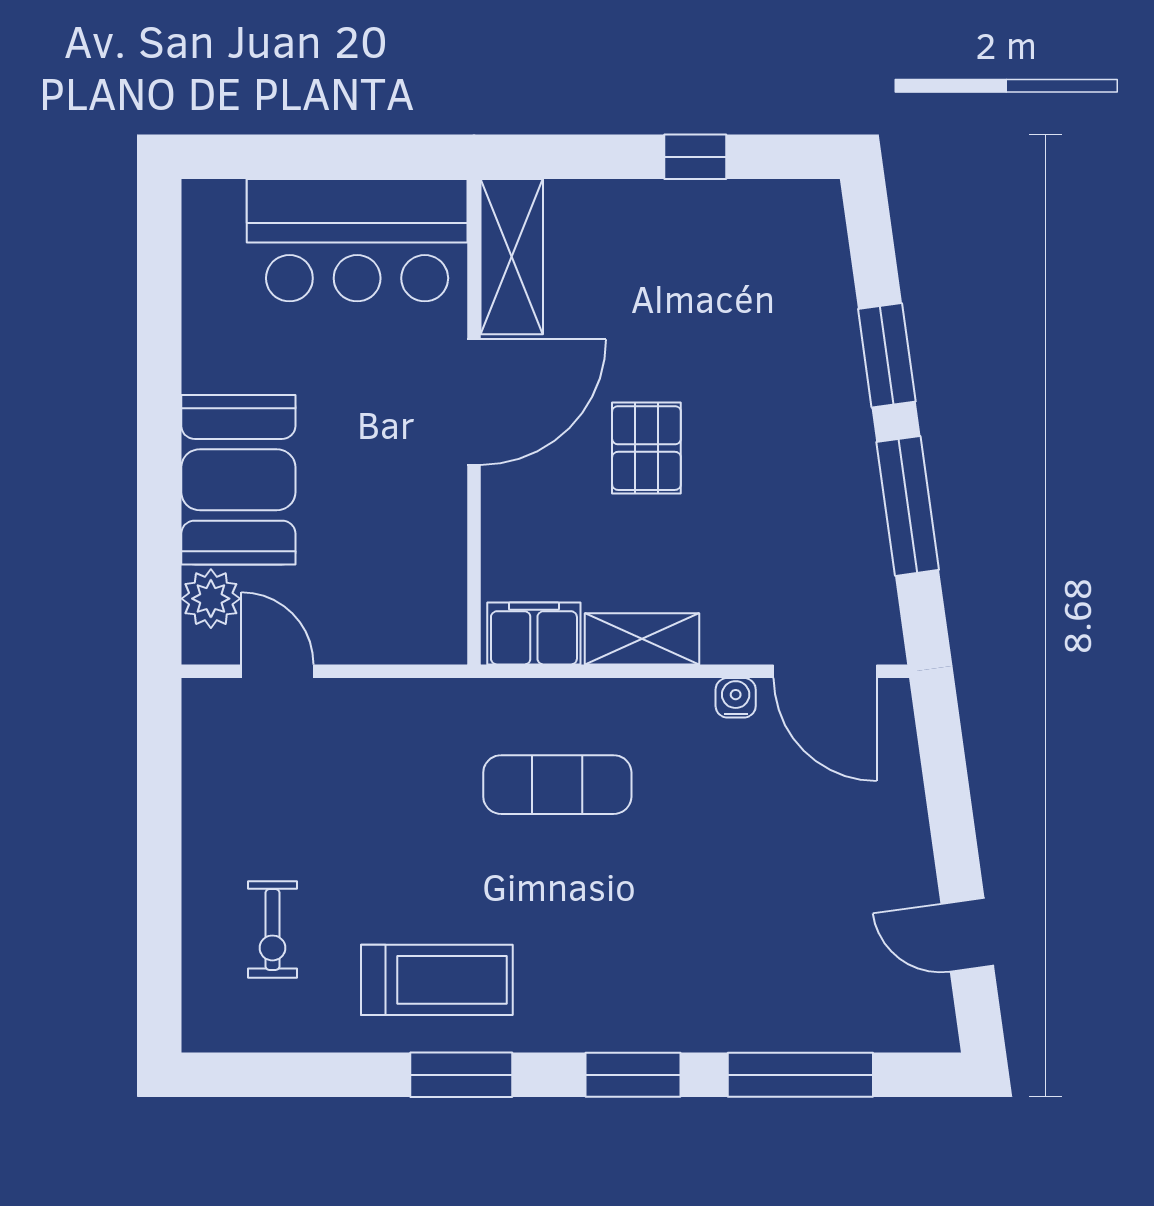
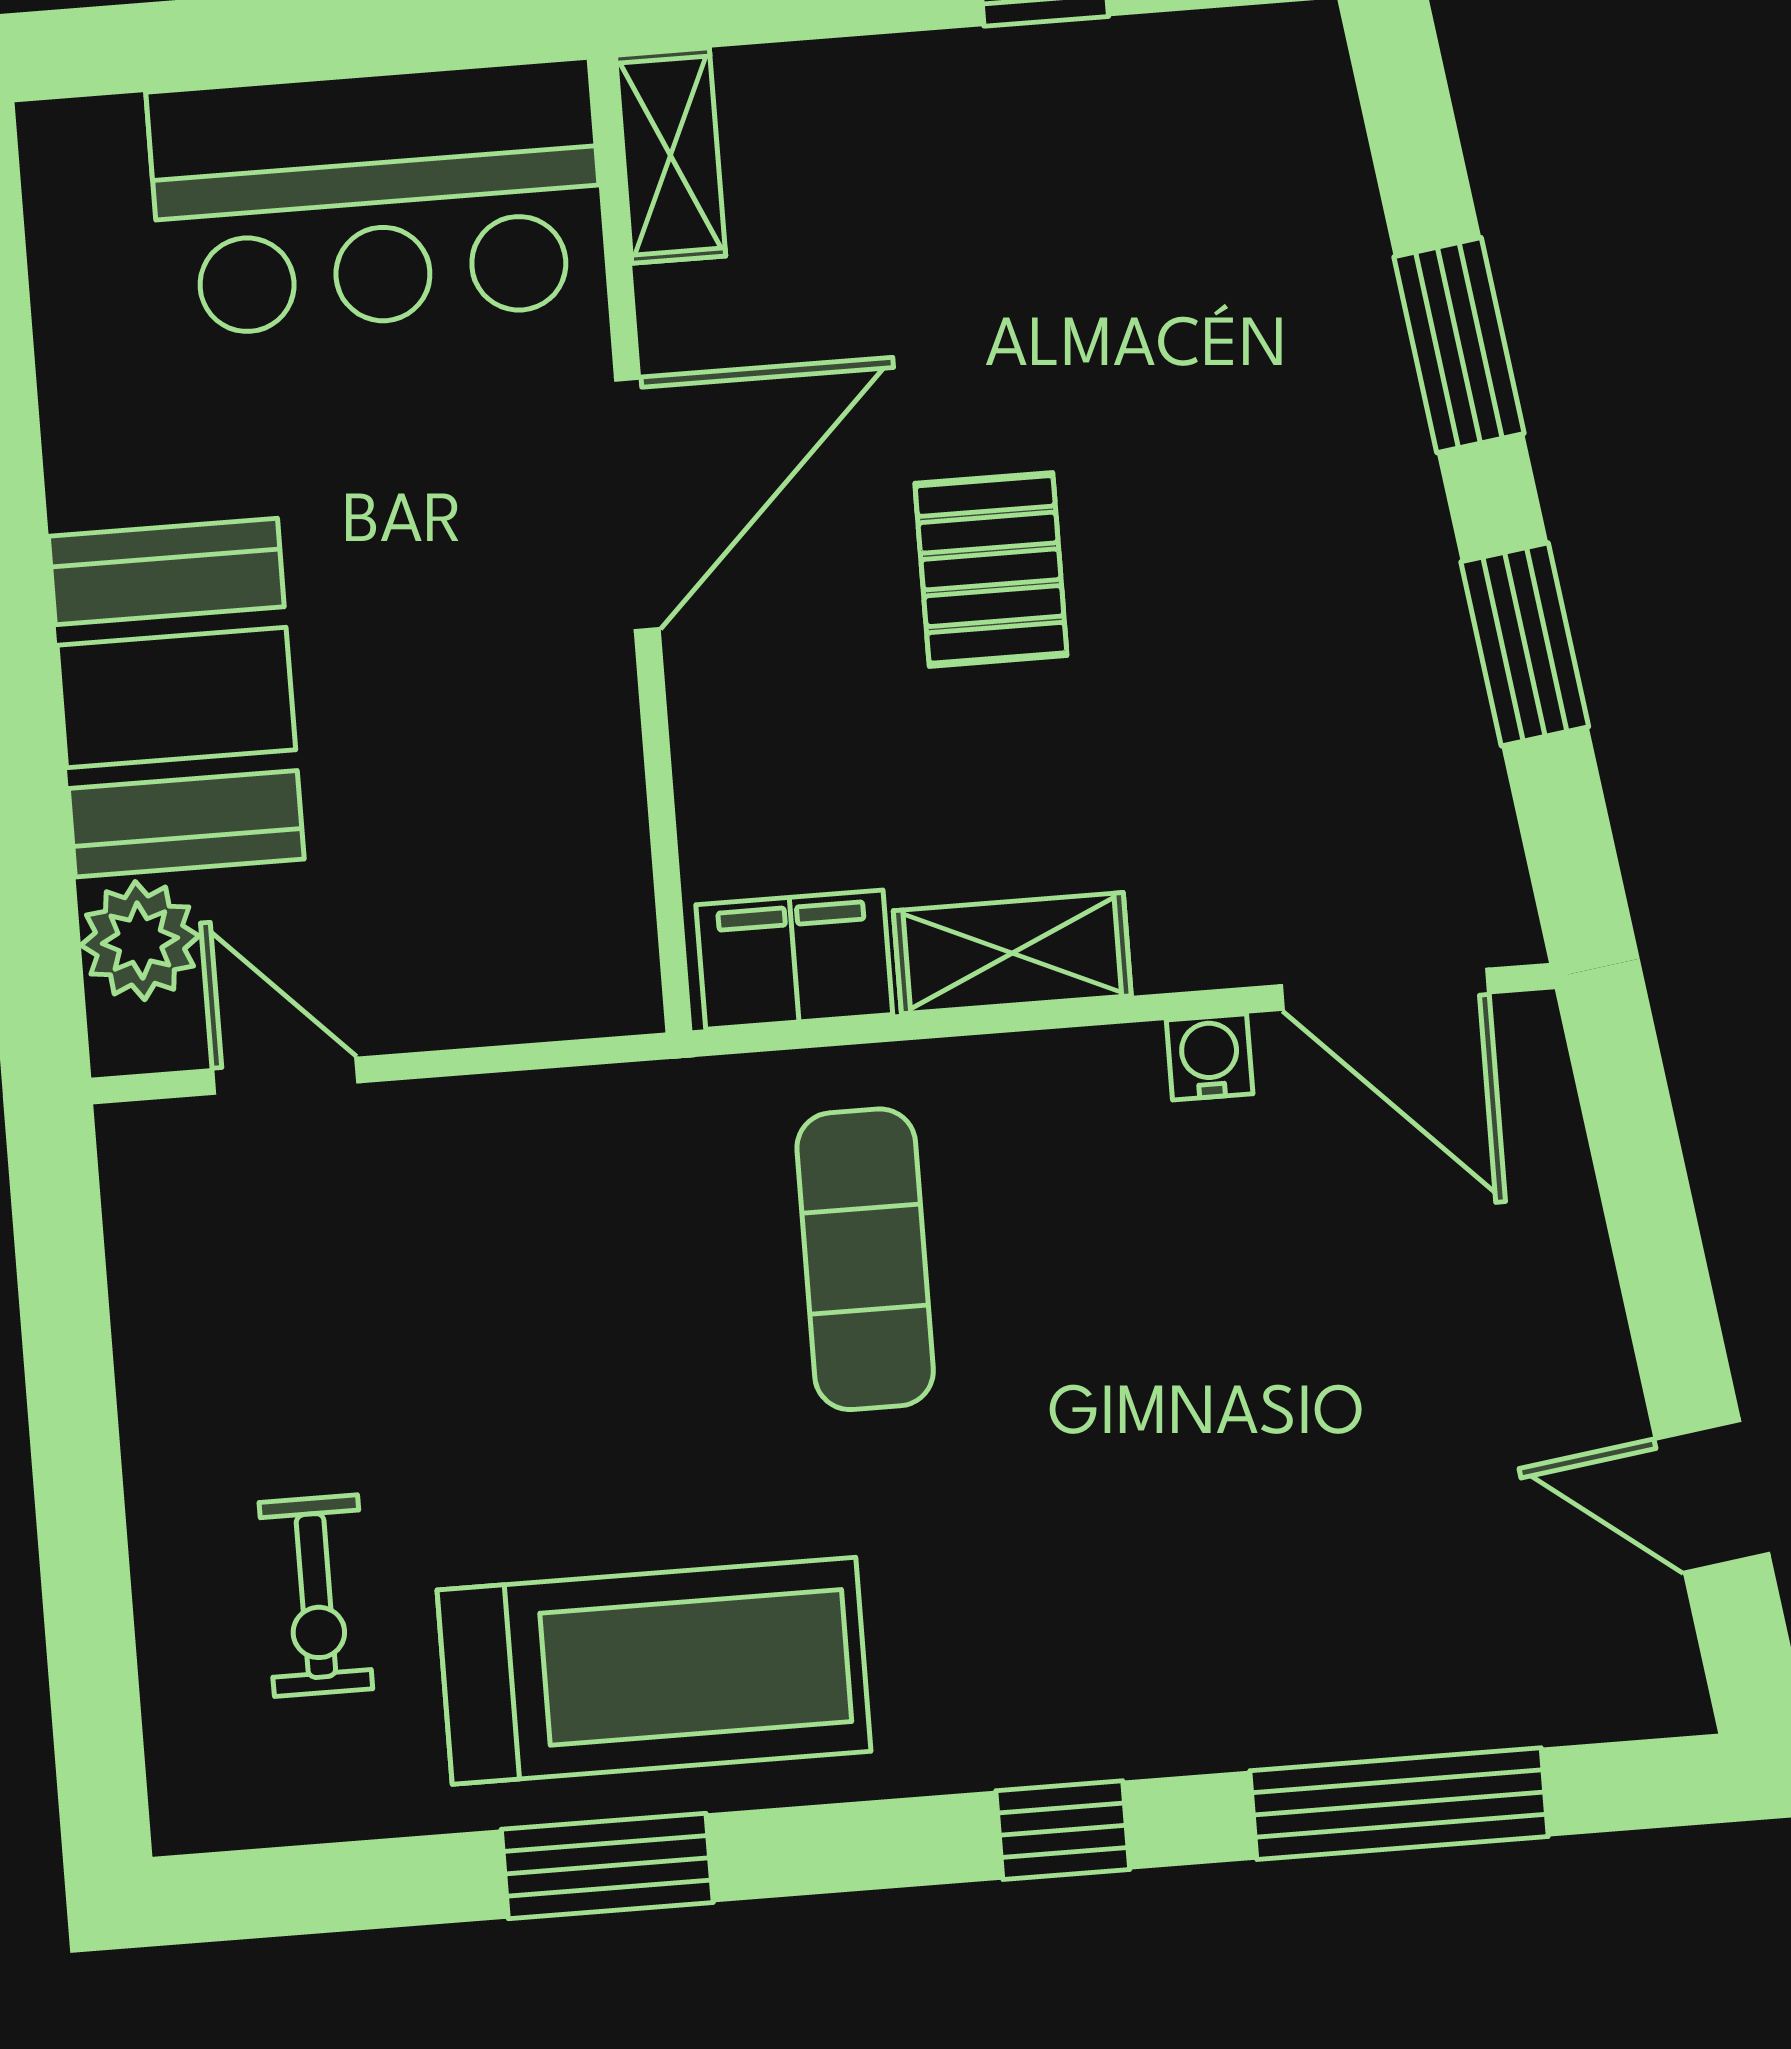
shelving: (512, 257) -> (671, 156), width x0.67, depth x0.75
window: (908, 506) -> (1525, 644), width x0.69
exercise mat: (557, 785) -> (865, 1259), turned 90
treadmill: (437, 980) -> (654, 1671), width x1.37, depth x1.38
window: (461, 1075) -> (607, 1866), moved
window: (633, 1075) -> (1063, 1830), width x0.67

